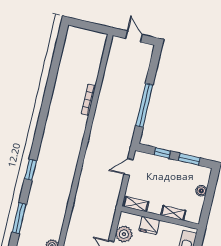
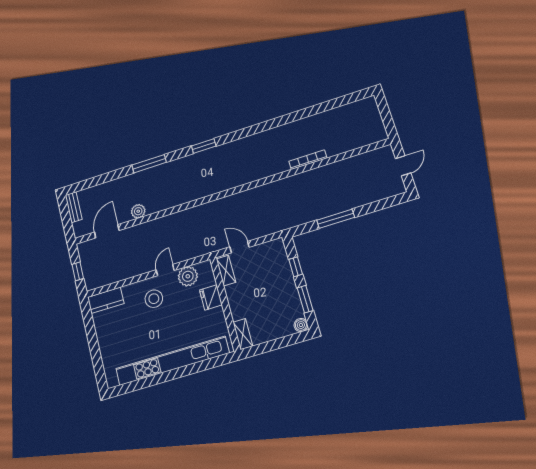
window: (144, 105) -> (336, 219), width x0.68
door: (129, 167) -> (239, 247), moved
boiler: (201, 191) -> (301, 325), moved
shelving: (173, 213) -> (243, 334), moved

